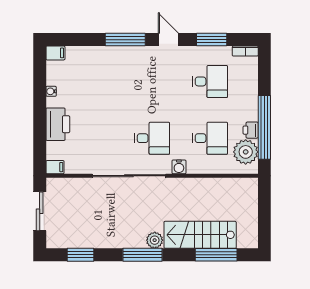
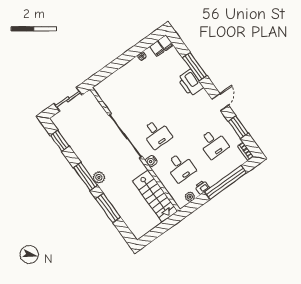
window: (125, 40) -> (195, 67), moved
printer: (58, 124) -> (190, 83), moved, turned 90
window: (264, 127) -> (226, 182), moved
plant: (246, 152) -> (190, 197), width x0.53, depth x0.53
filing cabinet: (55, 167) -> (157, 49), moved
stairs: (200, 235) -> (155, 196), moved, turned 180
window: (216, 255) -> (108, 208), moved

